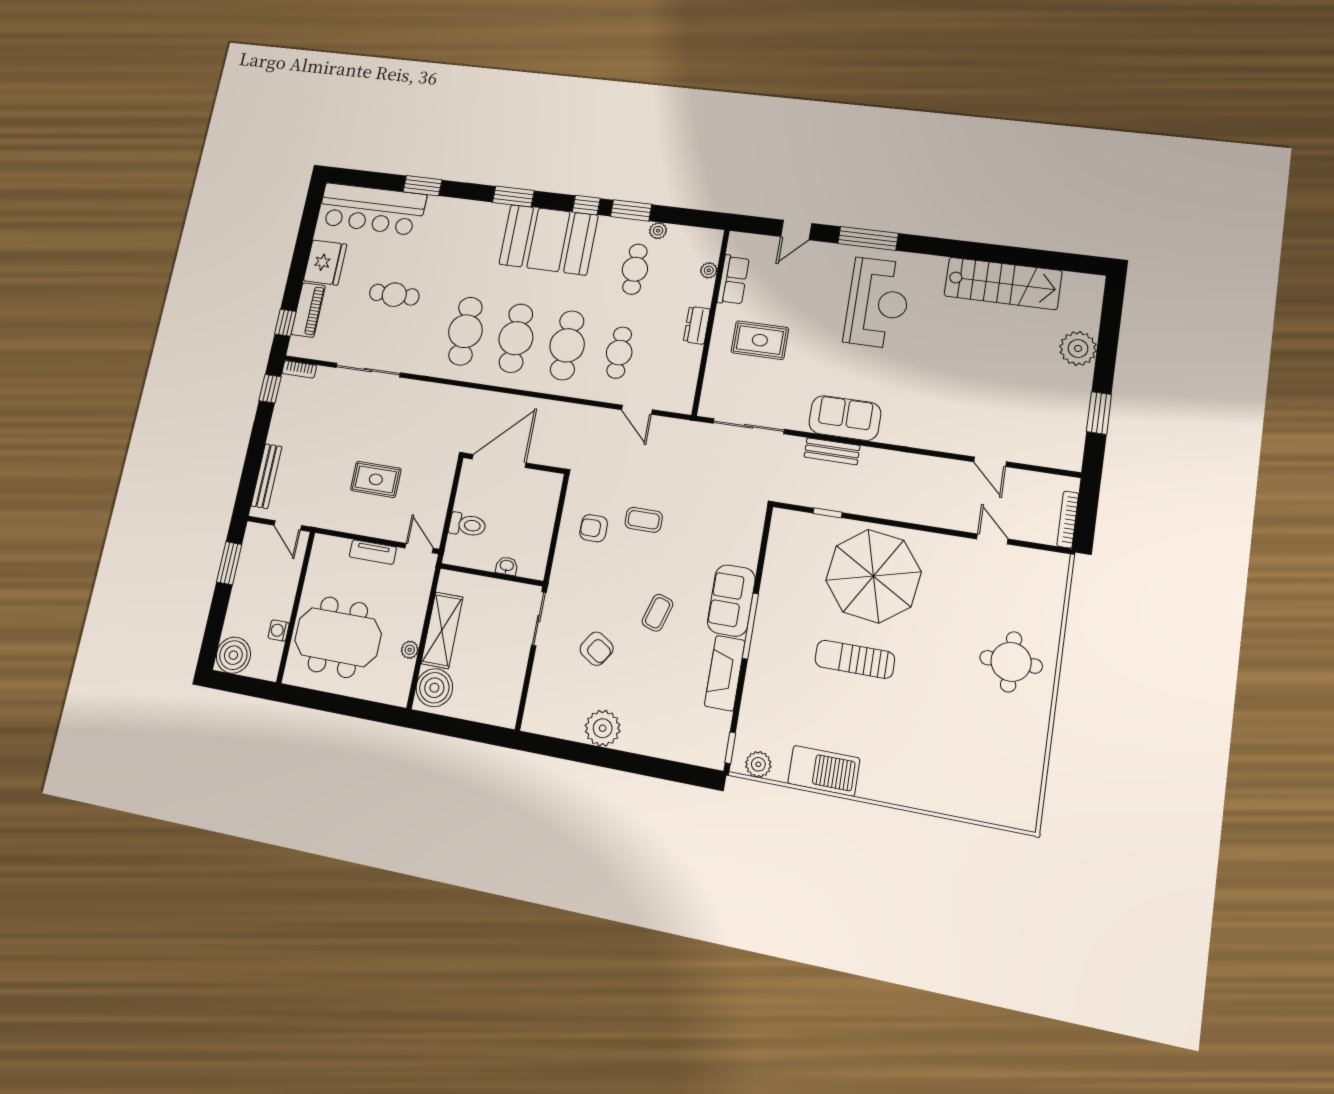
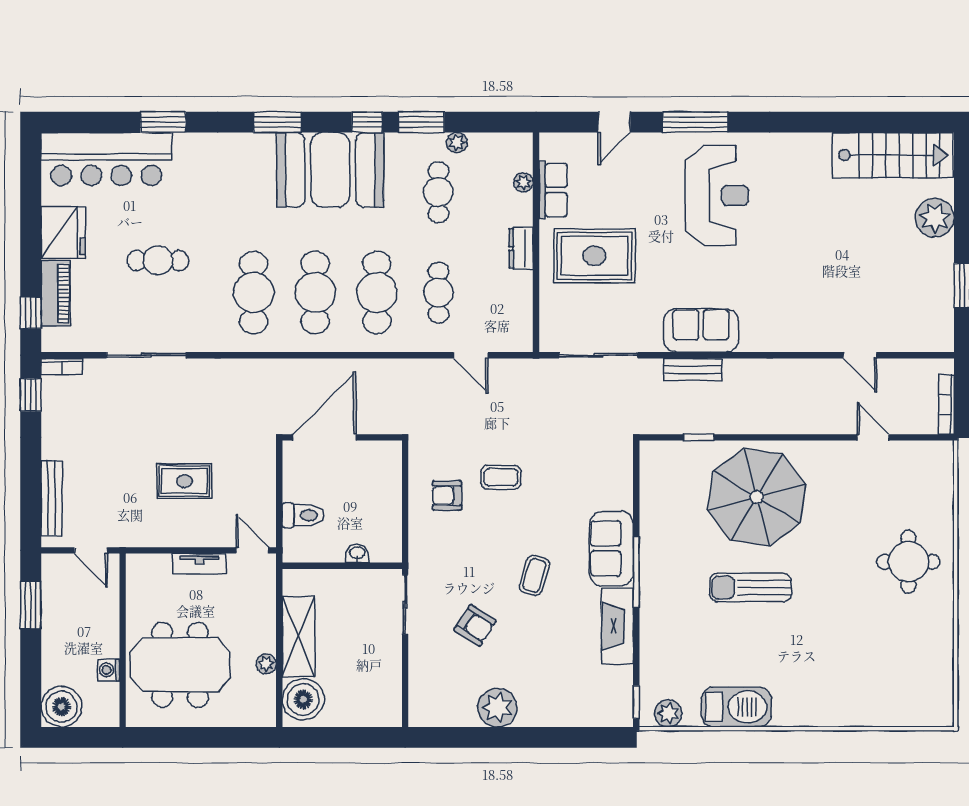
stairs: (1003, 283) -> (893, 155), moved
rug: (760, 340) -> (595, 256), width x1.36, depth x1.43

